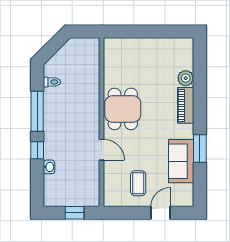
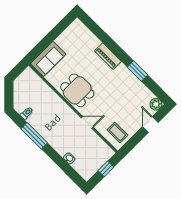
plant: (186, 78) -> (156, 104), moved
window: (37, 150) -> (54, 156), removed
sofa: (181, 161) -> (48, 59), moved, turned -90
coffee table: (138, 183) -> (117, 133), moved

